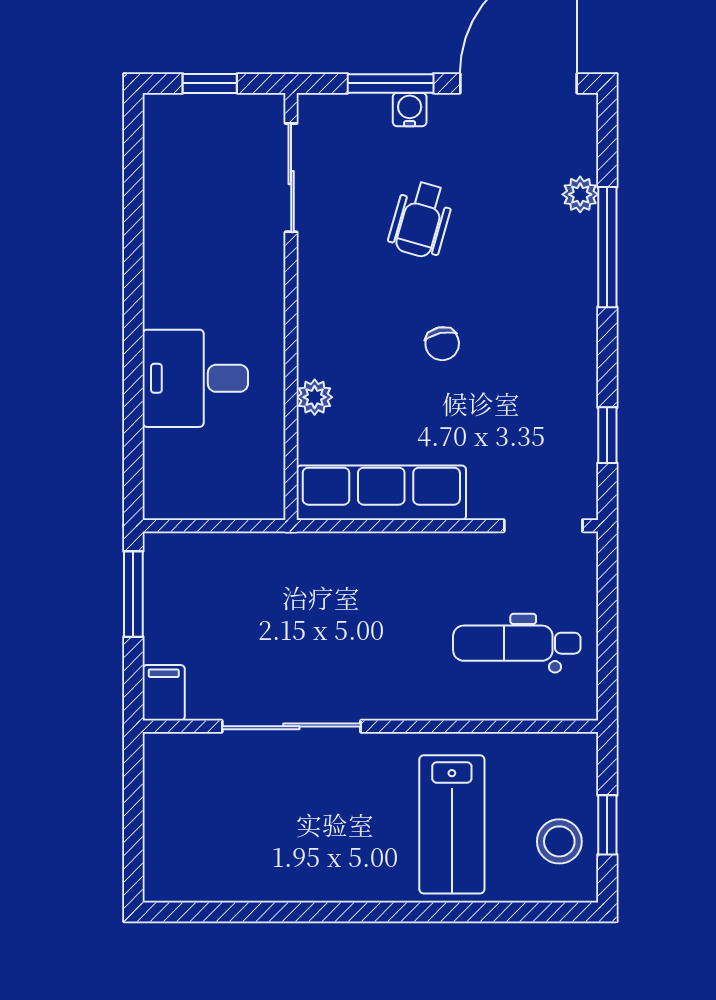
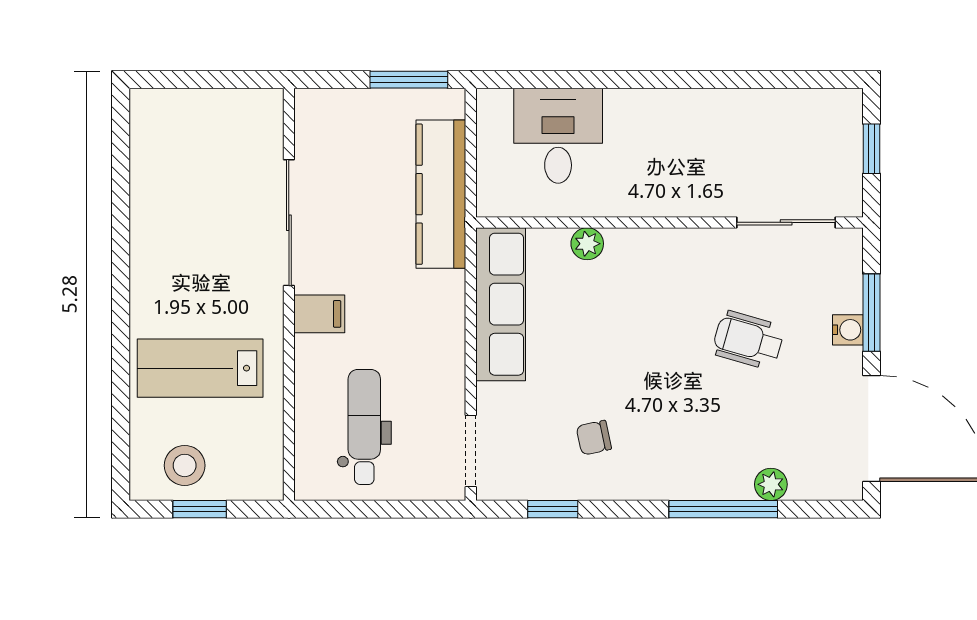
chair: (442, 344) -> (594, 438), moved
desk: (195, 378) -> (558, 136), moved
kitchen counter: (260, 559) -> (441, 194), added
filing cabinet: (164, 693) -> (319, 314), moved

